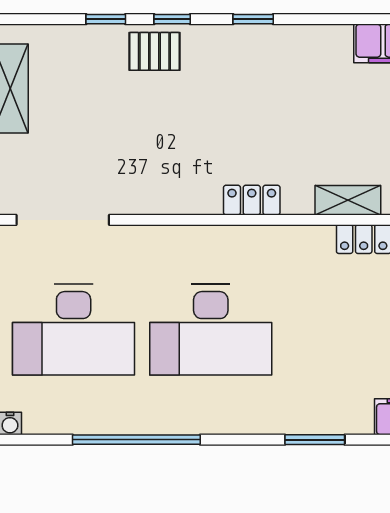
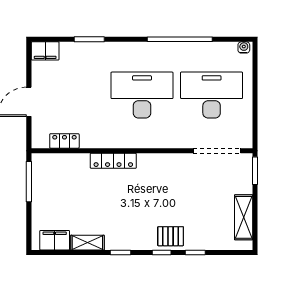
locker: (252, 200) -> (113, 161), width x1.53
shelving: (348, 200) -> (87, 243), moved

